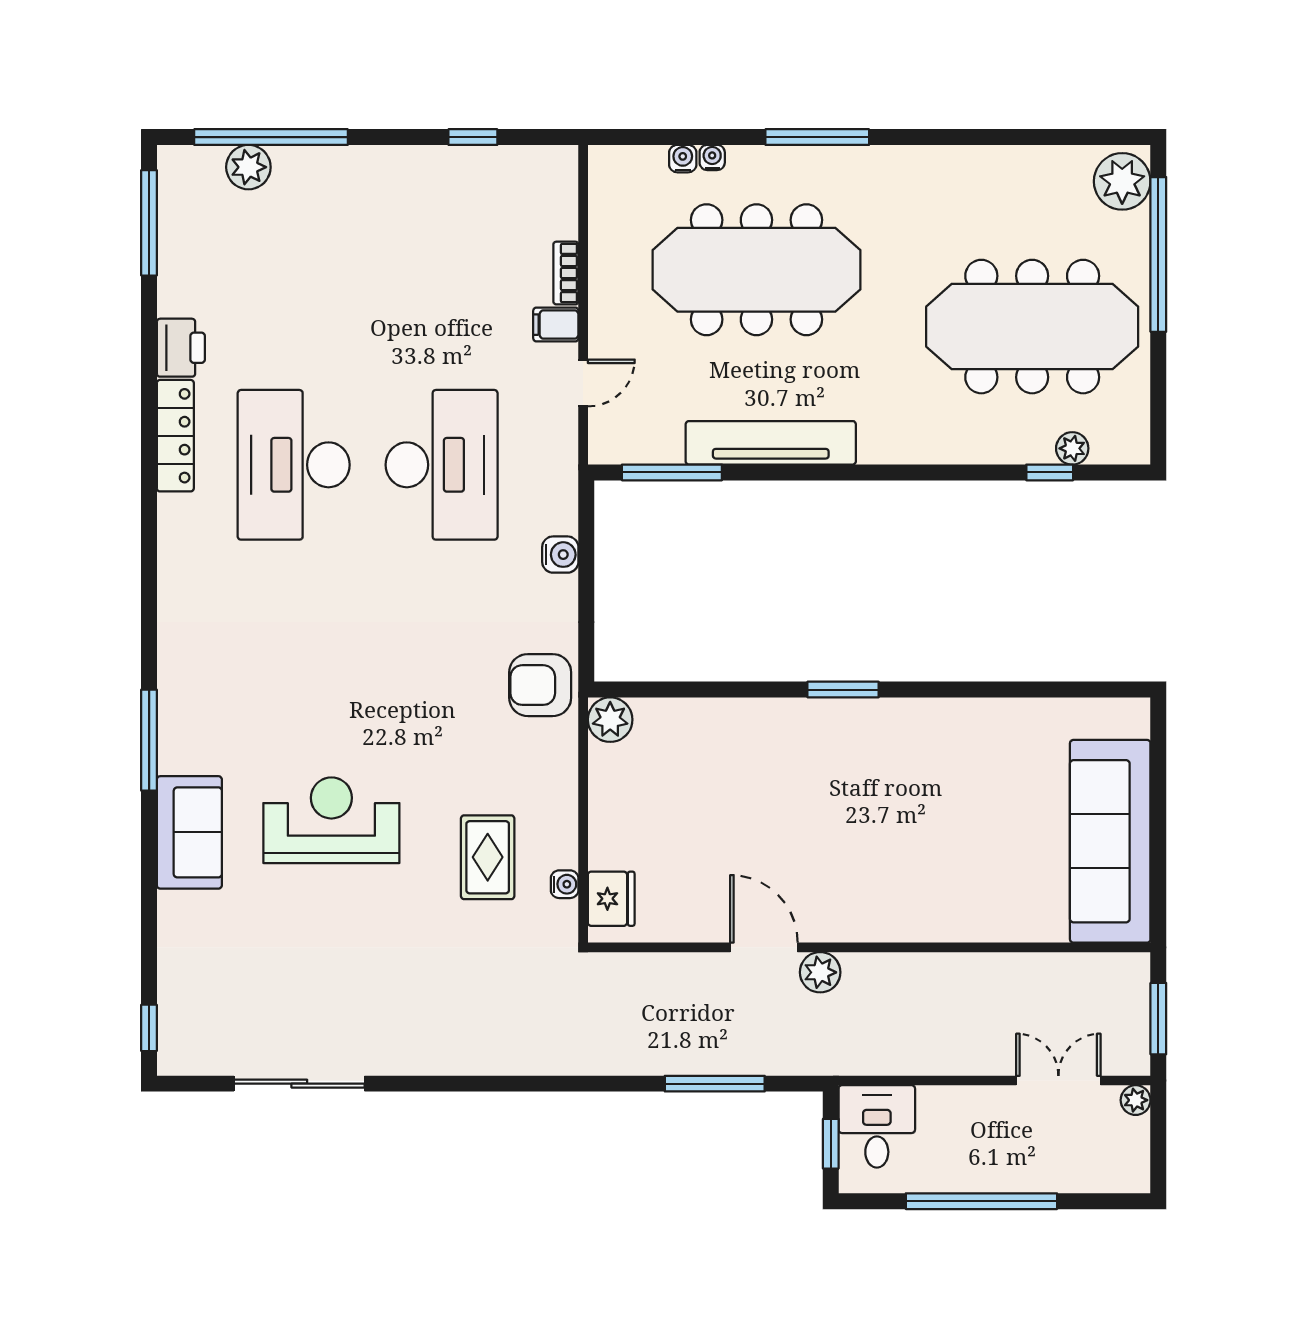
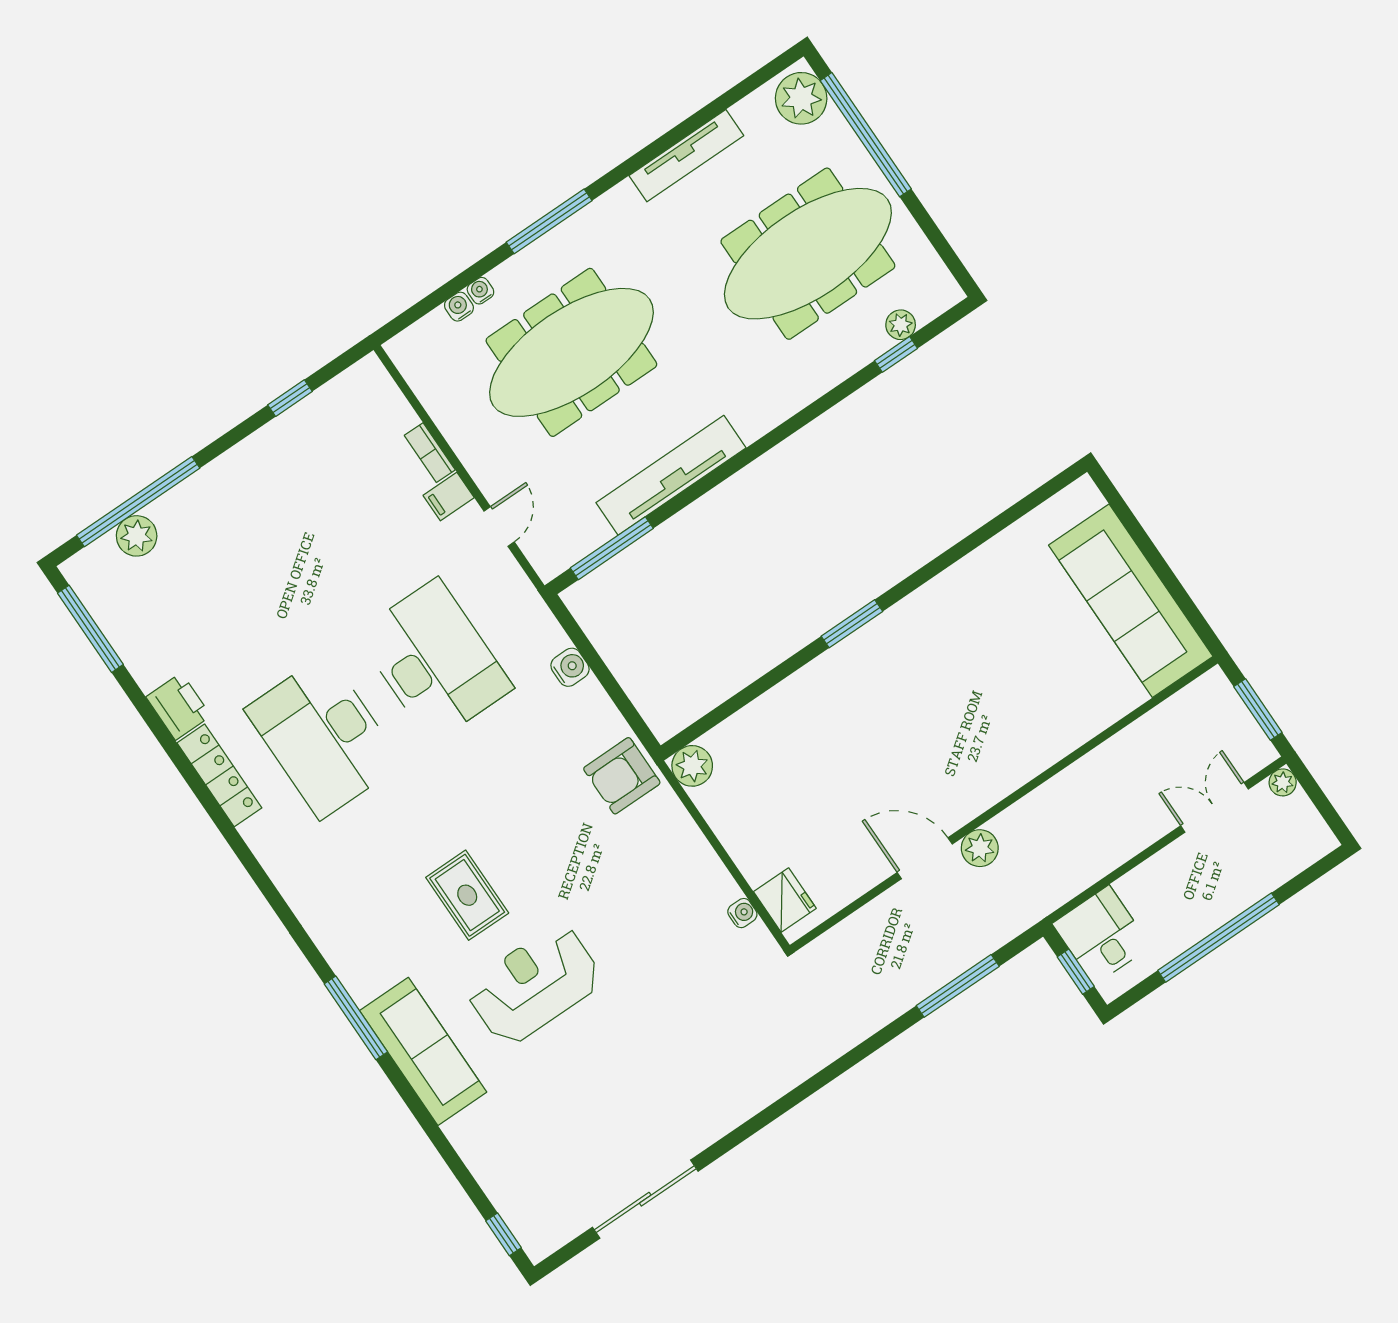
tv unit: (983, 162) -> (686, 156), added
sofa: (189, 832) -> (423, 1051), width x1.36
rug: (488, 857) -> (467, 895), moved

